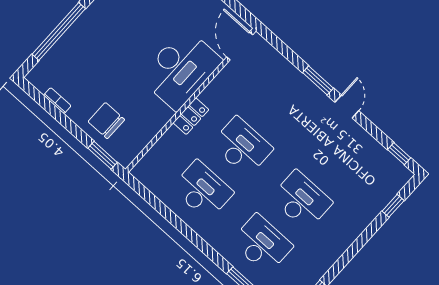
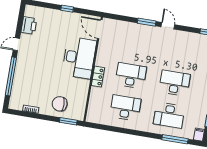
desk: (262, 244) -> (169, 115), turned 180

